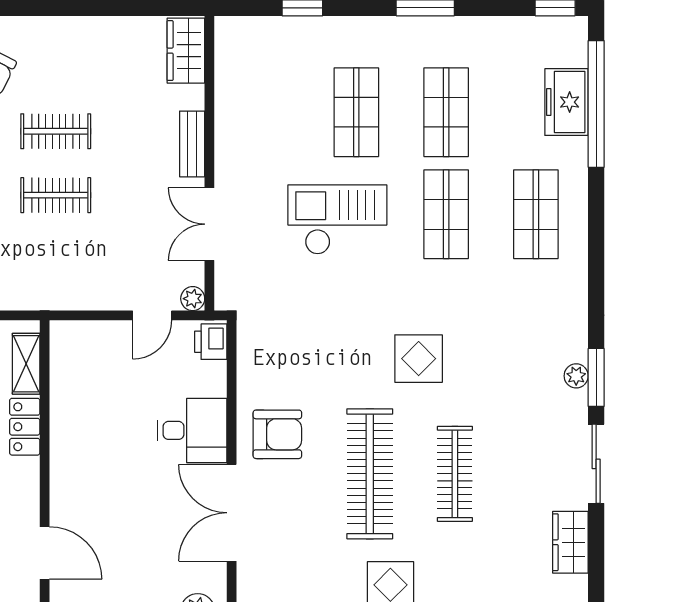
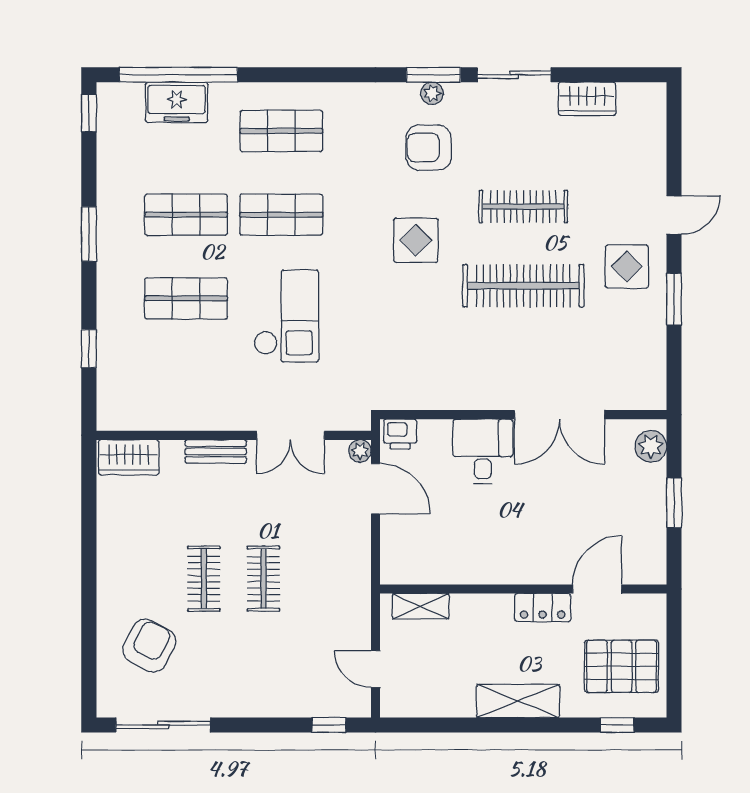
checkout: (337, 220) -> (286, 316), turned 180
door: (152, 315) -> (376, 489), width x1.38
locker: (25, 427) -> (543, 608), moved
armchair: (277, 434) -> (429, 148), moved, turned -90

